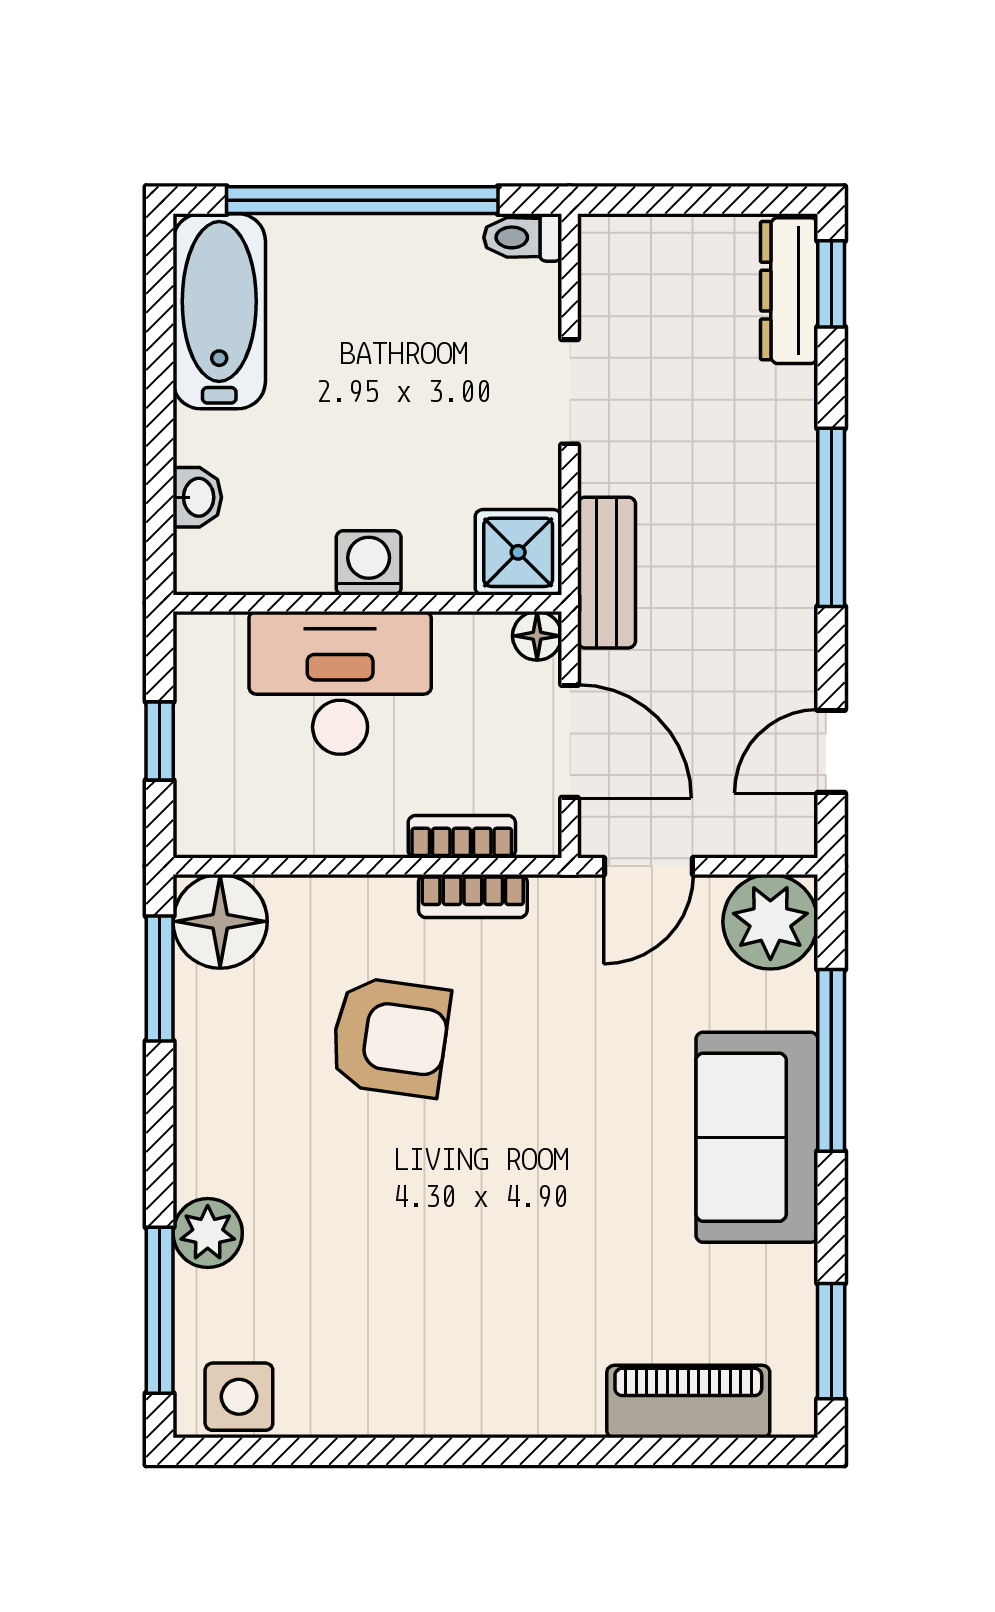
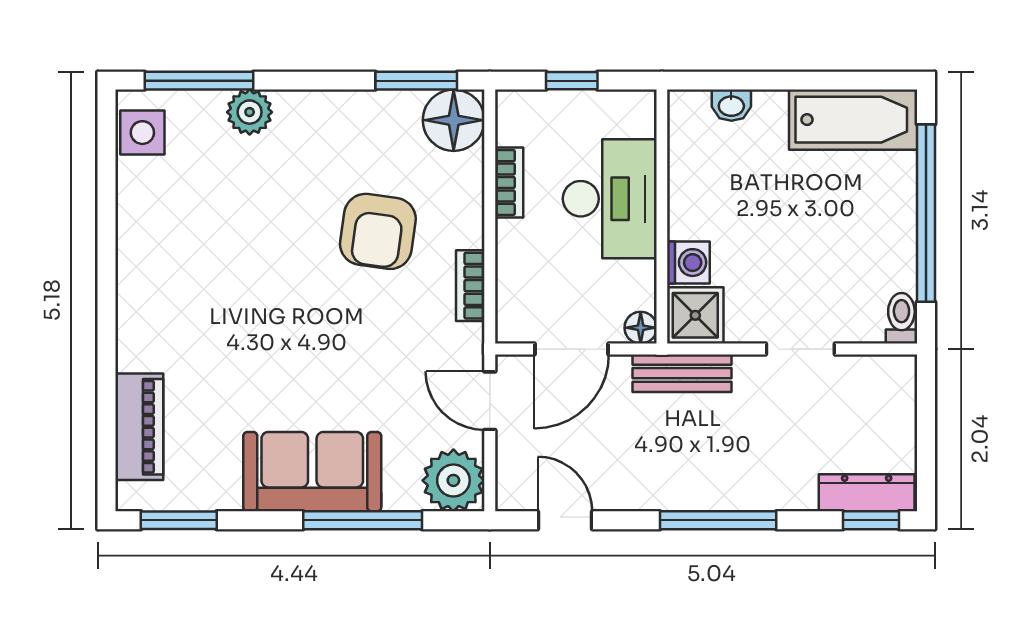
washing machine: (369, 563) -> (688, 263), moved
bookcase: (462, 837) -> (509, 183), moved

